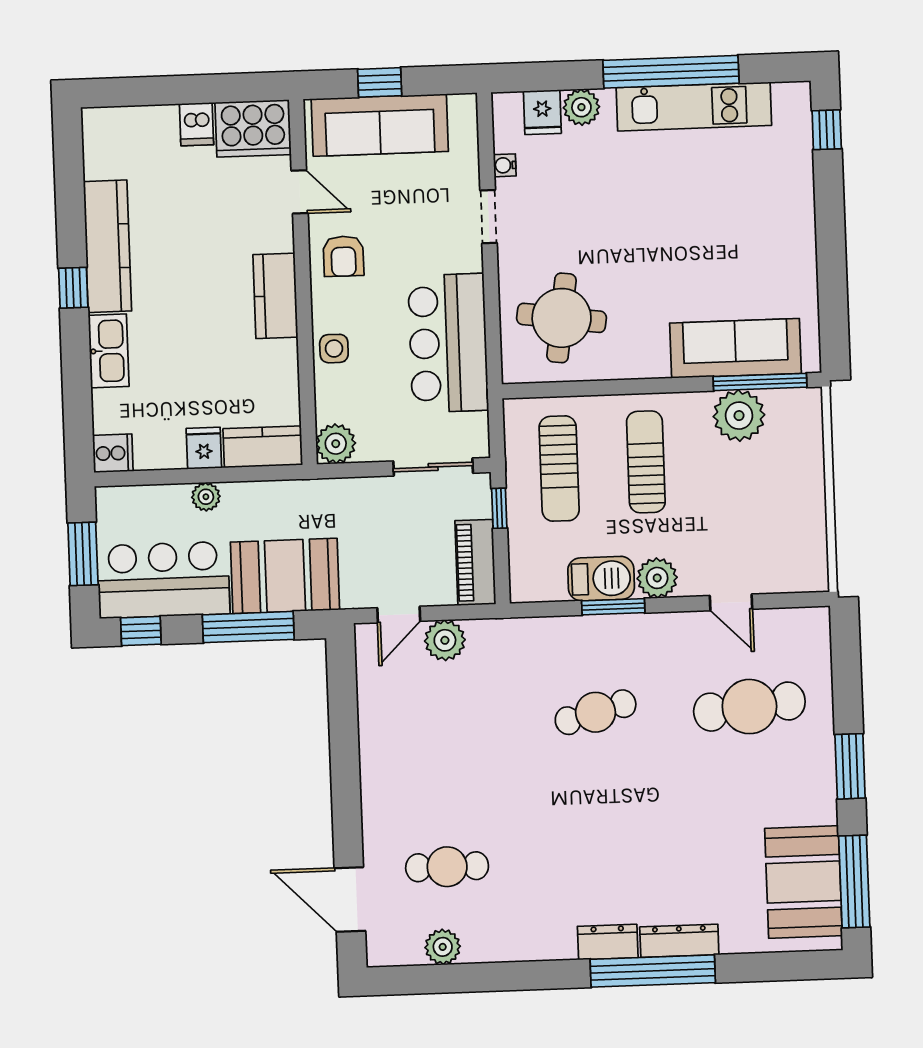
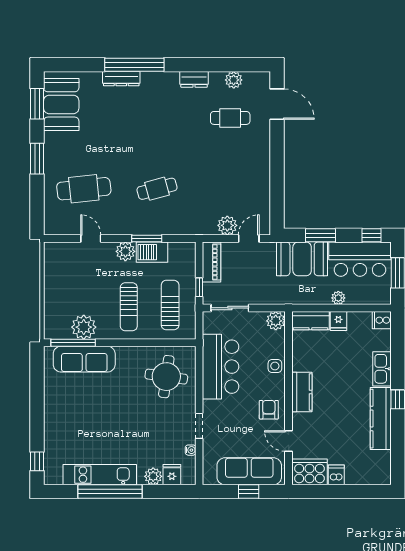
window: (248, 627) -> (320, 235), width x0.69
window: (854, 881) -> (37, 104), width x0.69
dresser: (608, 942) -> (194, 79), moved

